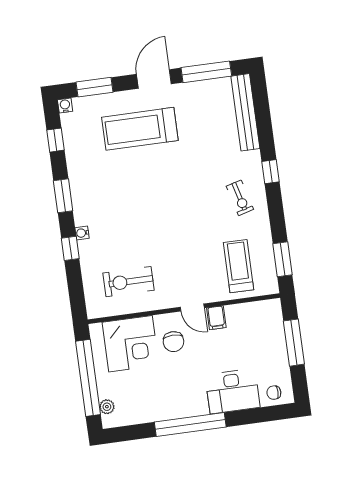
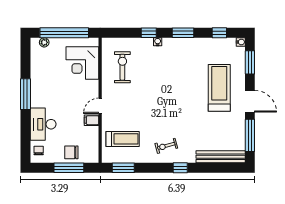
chair: (173, 342) -> (71, 152), moved
window: (190, 424) -> (25, 94), width x0.68

